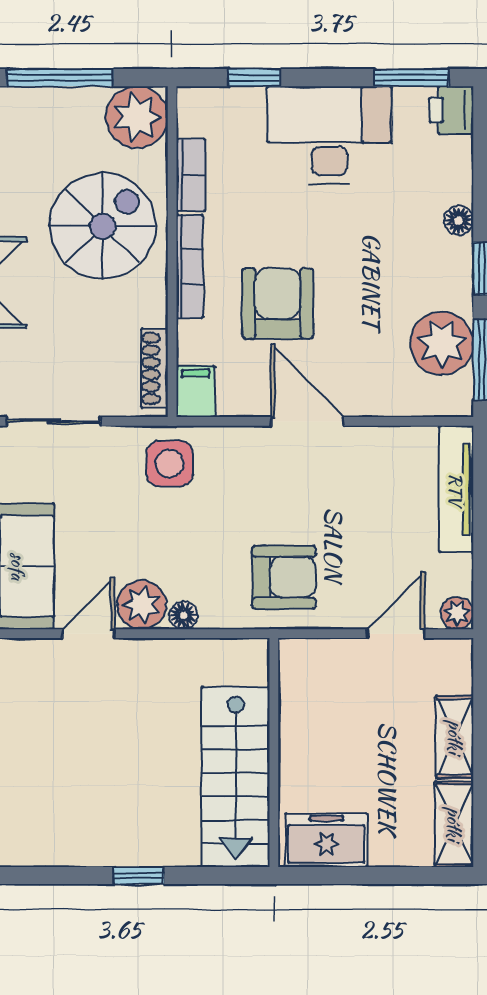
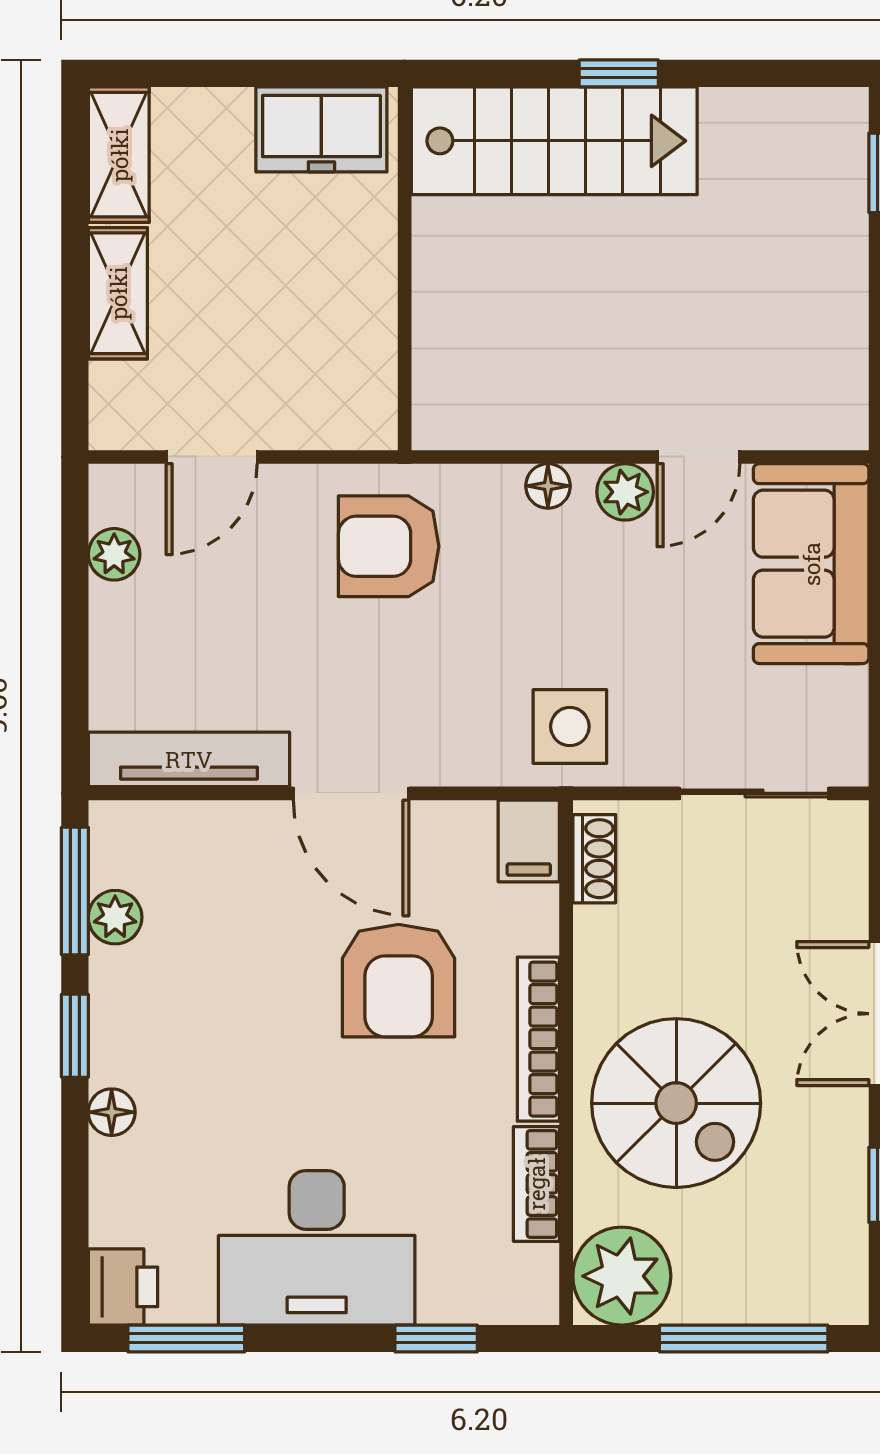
spiral stairs: (103, 226) -> (676, 1103), turned -90
plant: (442, 343) -> (115, 917), width x0.53, depth x0.53
shoe rack: (154, 368) -> (594, 859), width x0.70
tv unit: (456, 489) -> (189, 759), moved, turned -90
plant: (142, 605) -> (625, 492), width x0.73, depth x0.73
plant: (457, 613) -> (114, 554), moved
stairs: (236, 777) -> (554, 141), moved, turned 90

